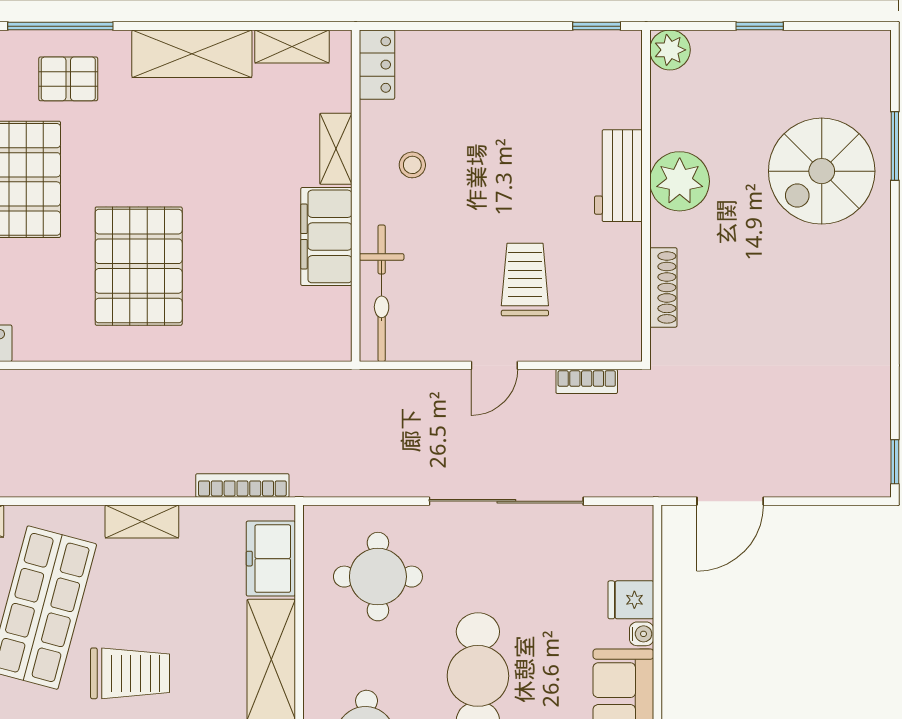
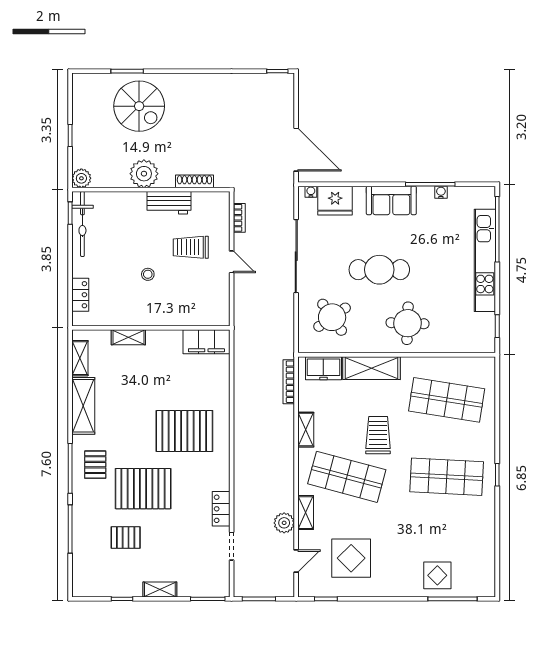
locker: (377, 65) -> (80, 295), moved, turned 90
stool: (412, 165) -> (148, 274), moved
workbench: (618, 176) -> (169, 203), moved
filing cabinet: (326, 236) -> (206, 342), moved
bicycle: (382, 293) -> (82, 224), moved, turned 90
door: (730, 501) -> (296, 150), width x1.36
round table: (378, 577) -> (332, 317), turned -35
fridge: (631, 600) -> (335, 201), width x1.88, depth x1.34
water cooler: (642, 634) -> (311, 192), moved

